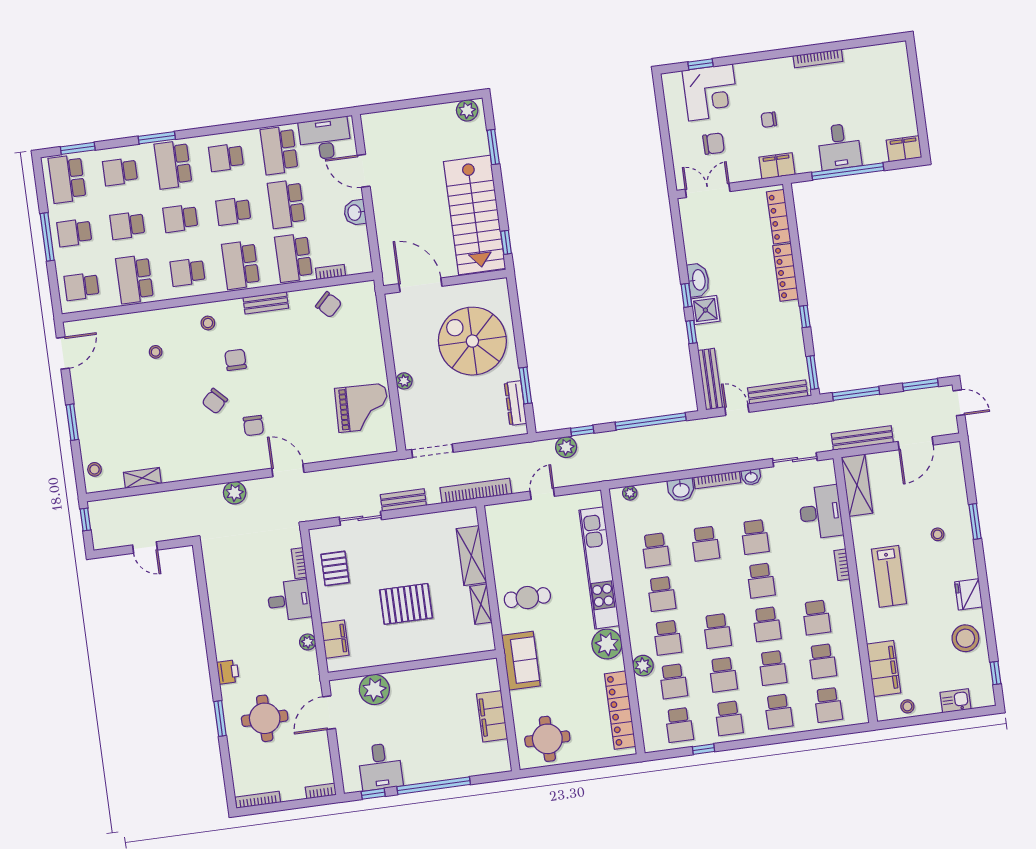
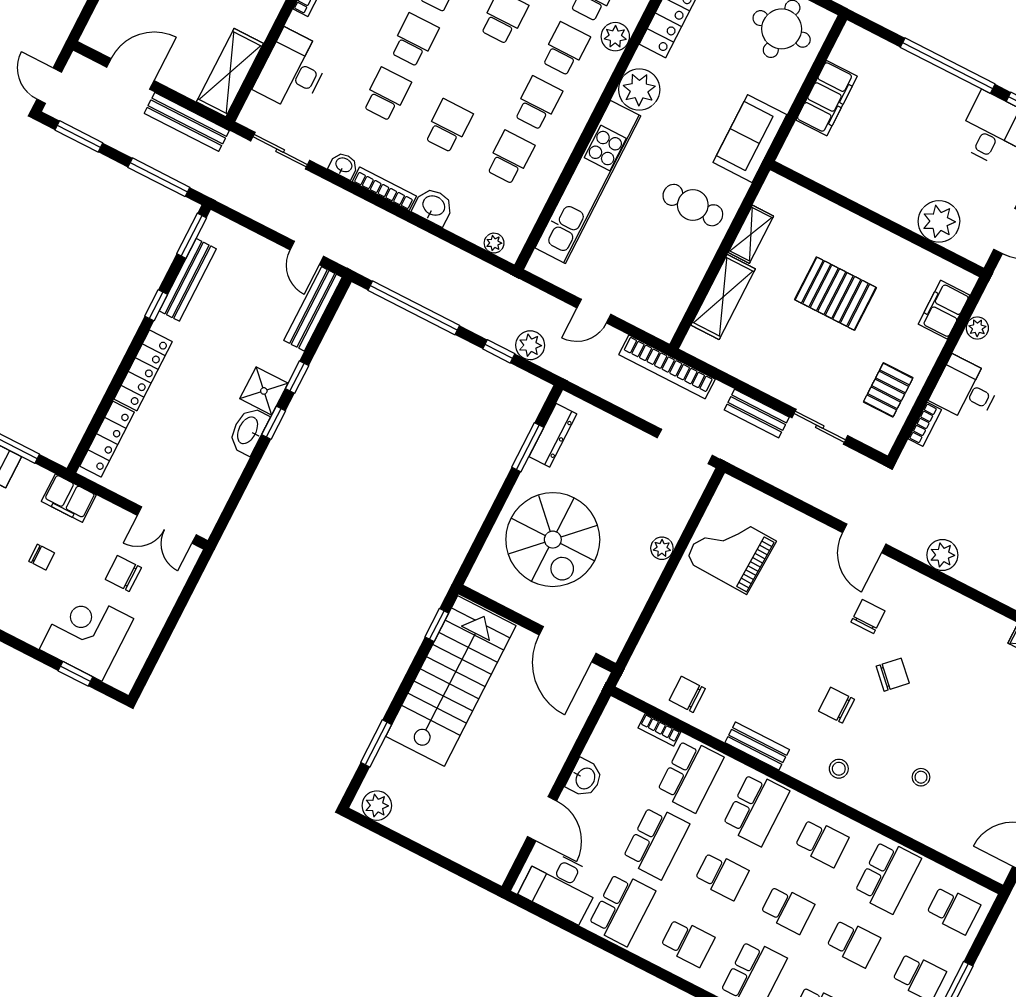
chair: (329, 305) -> (687, 694), turned -45
chair: (236, 360) -> (837, 705), turned 90
bench: (778, 392) -> (188, 280), moved, turned 90

